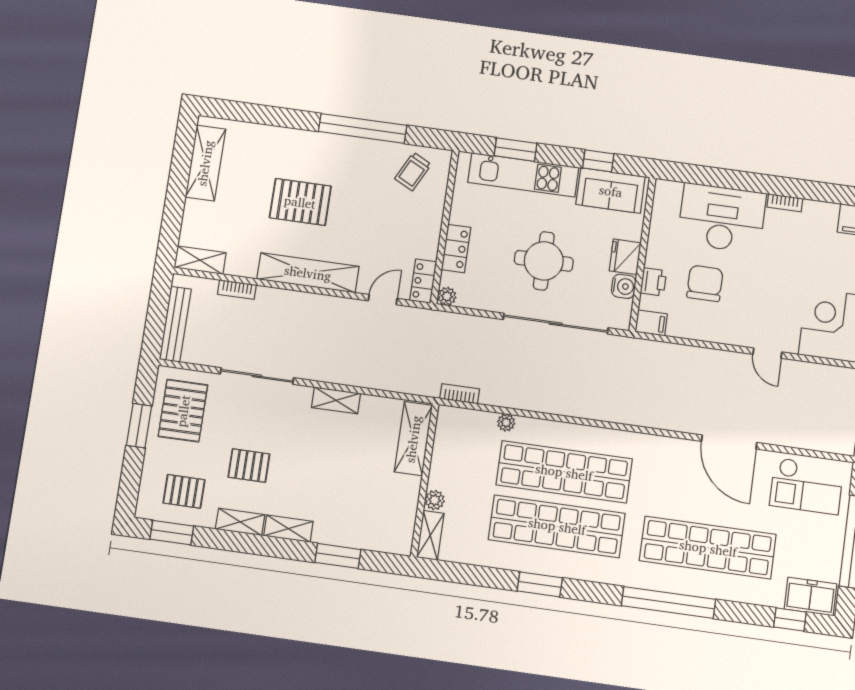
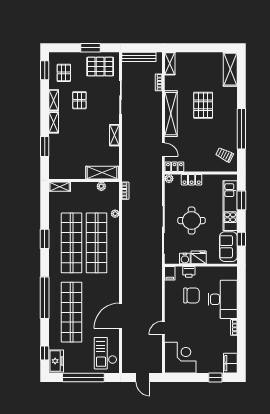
shelving: (205, 163) -> (230, 69), moved, turned 90
plant: (435, 500) -> (101, 186), moved

